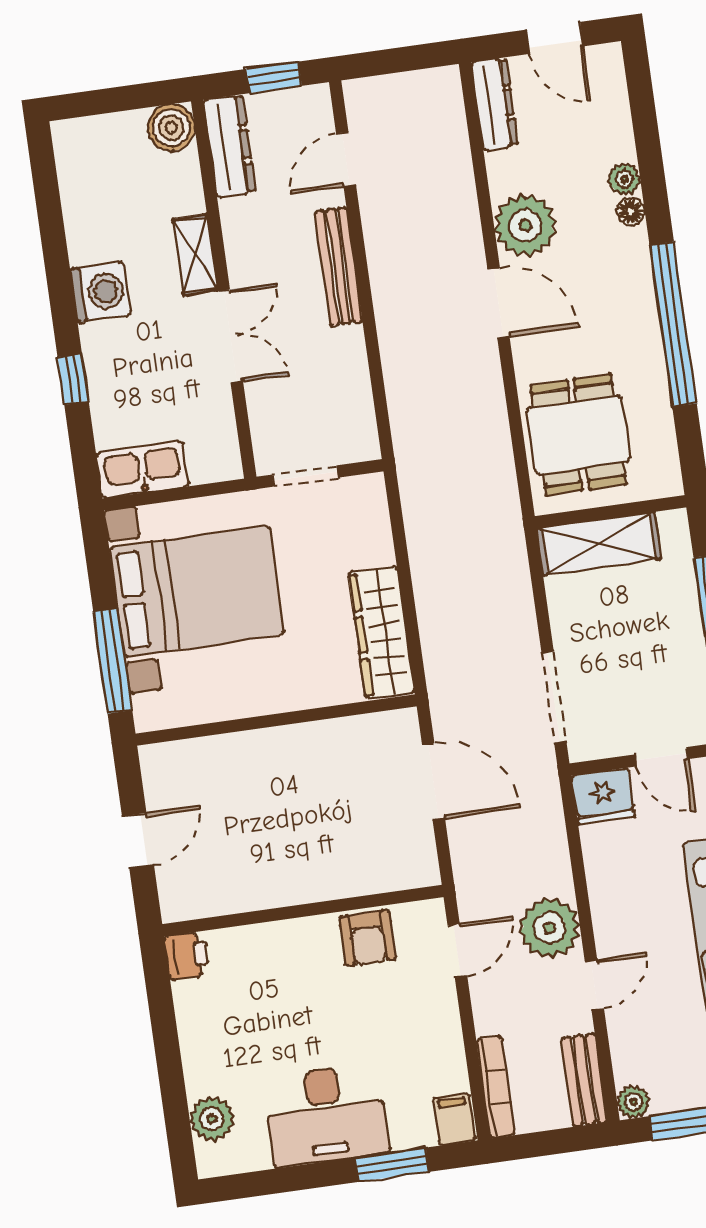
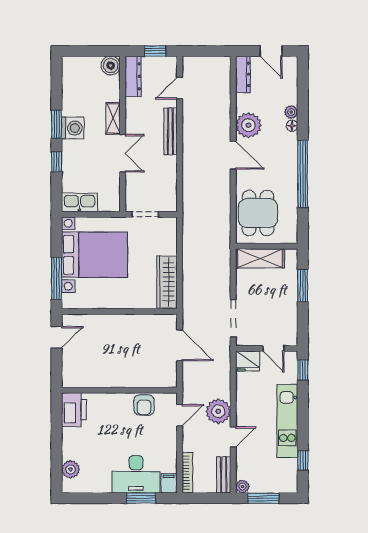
window: (60, 288) -> (56, 124), added
door: (138, 841) -> (56, 337), moved
printer: (187, 956) -> (74, 410), width x1.87, depth x1.48
desk: (326, 1115) -> (136, 474), moved

